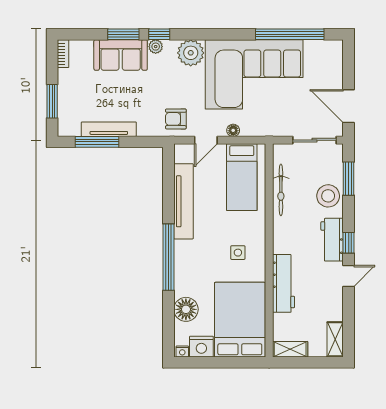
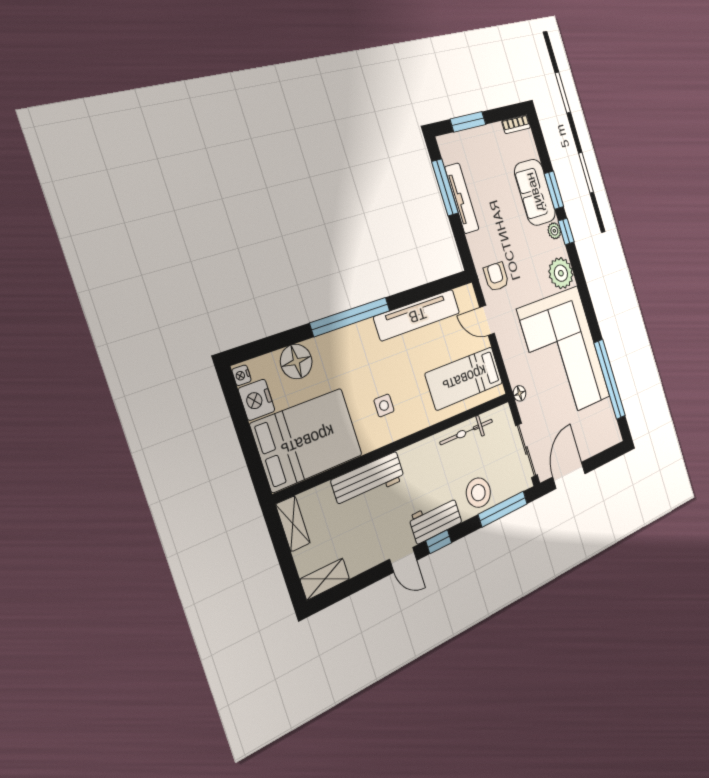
floor lamp: (233, 130) -> (520, 393), moved
window: (349, 179) -> (503, 509), width x1.44

